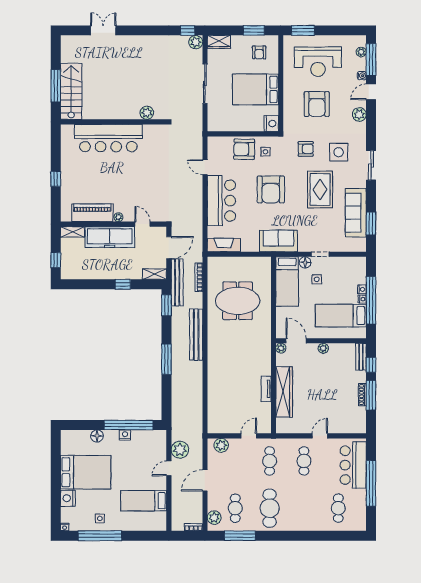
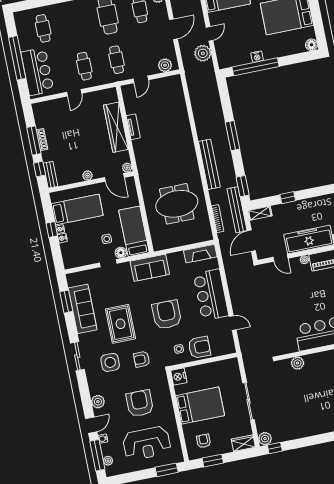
reception desk: (318, 62) -> (147, 443), turned 180
window: (371, 300) -> (52, 230), width x0.32
floor lamp: (97, 436) -> (312, 45), moved

